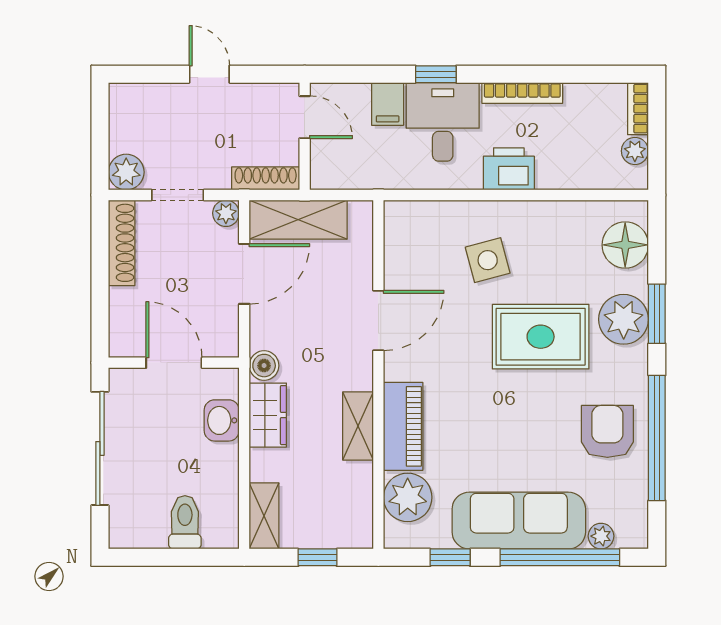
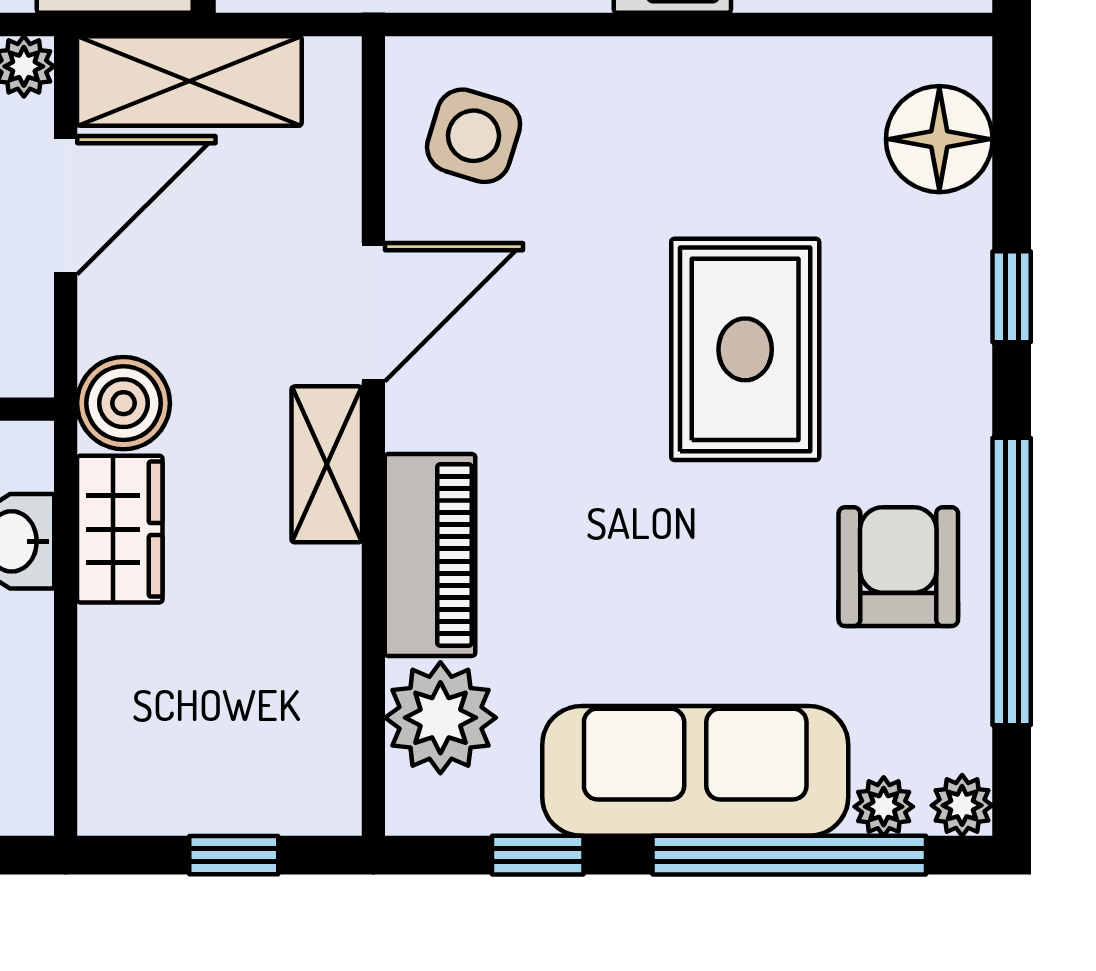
side table: (488, 260) -> (474, 136), moved, turned 32
window: (657, 314) -> (1012, 297), width x0.67
plant: (624, 319) -> (962, 805), moved, width x0.53, depth x0.53
rug: (541, 337) -> (745, 349), turned 90
boiler: (264, 366) -> (123, 403), width x1.36, depth x1.36
shelving: (358, 426) -> (327, 464), moved
shelving: (264, 516) -> (111, 760), removed

